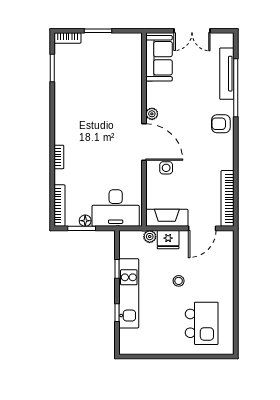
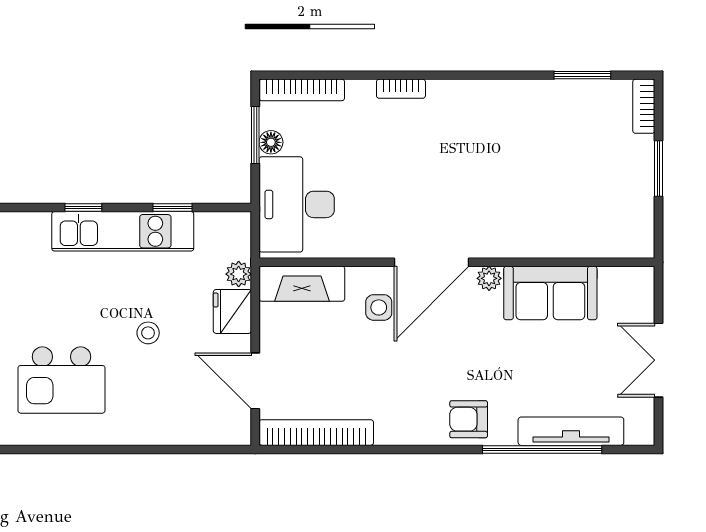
sofa: (159, 58) -> (550, 293), moved
armchair: (221, 124) -> (469, 419), turned -90
fireplace: (167, 218) -> (302, 284), moved, turned 90

